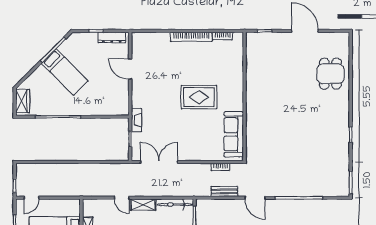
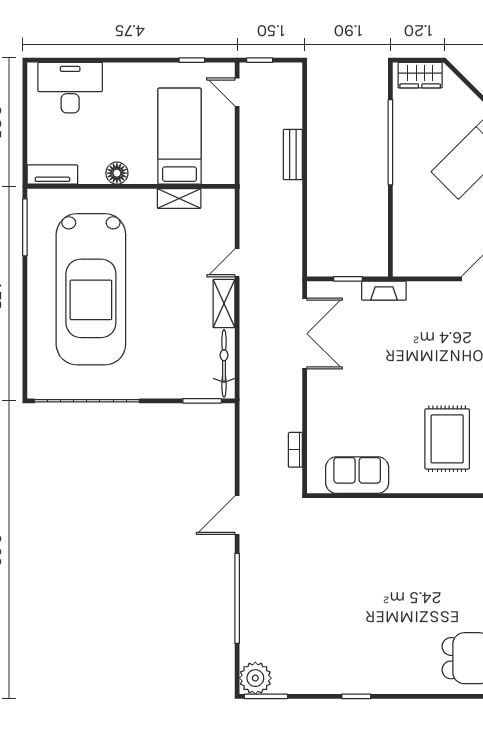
rug: (199, 97) -> (447, 439), moved
sofa: (234, 134) -> (357, 475), width x0.73
plant: (341, 188) -> (255, 678), added
bench: (224, 191) -> (293, 155), moved

